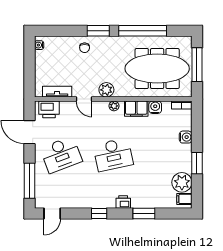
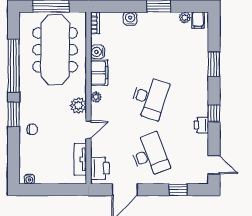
desk: (113, 155) -> (149, 98), turned 30
window: (29, 181) -> (178, 190), width x0.46
plant: (182, 182) -> (185, 18), width x0.53, depth x0.53
printer: (123, 202) -> (201, 125), moved

